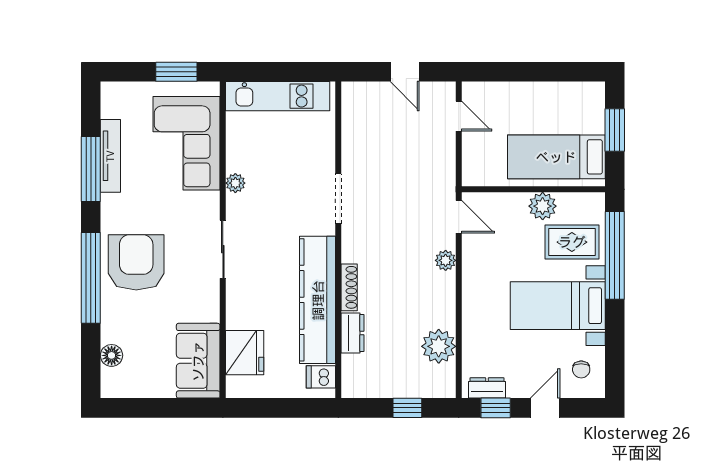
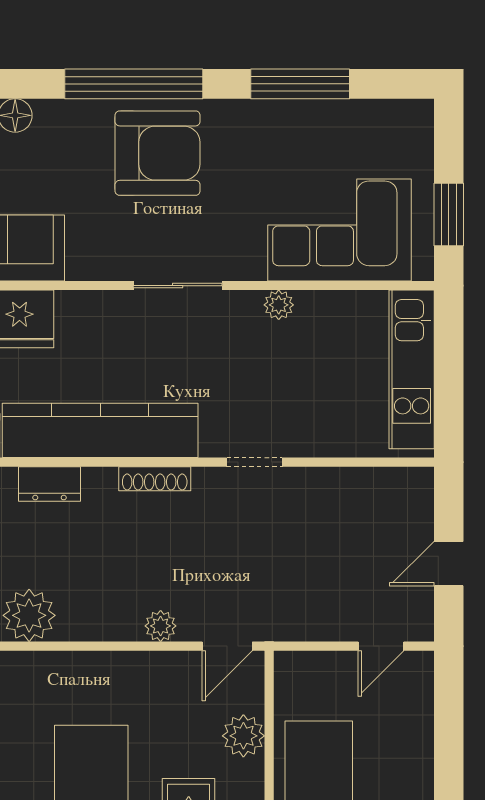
tv unit: (110, 156) -> (320, 114), removed
doorway: (338, 199) -> (254, 462), width x0.73
plant: (543, 206) -> (243, 736), moved
shoe rack: (349, 287) -> (155, 479), moved

